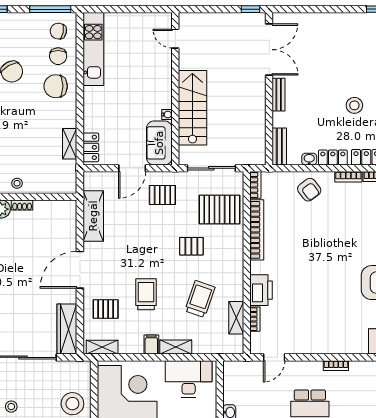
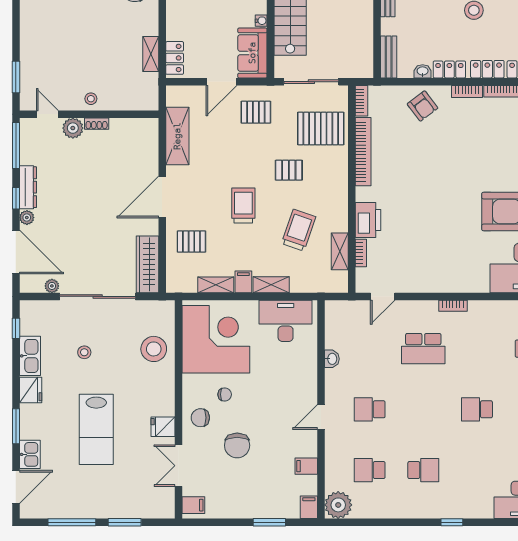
trolley: (146, 294) -> (243, 206), moved
shelving: (102, 347) -> (216, 285), moved

